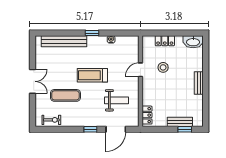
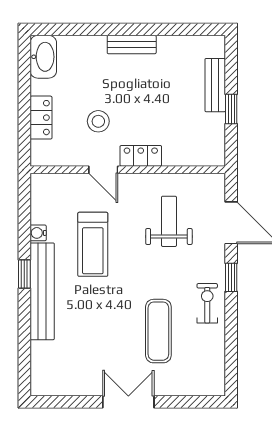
bench: (64, 41) -> (42, 291), moved
treadmill: (92, 75) -> (93, 244), moved
locker: (147, 115) -> (141, 156), moved
exercise bike: (51, 120) -> (207, 303), moved
window: (185, 129) -> (231, 109), moved

